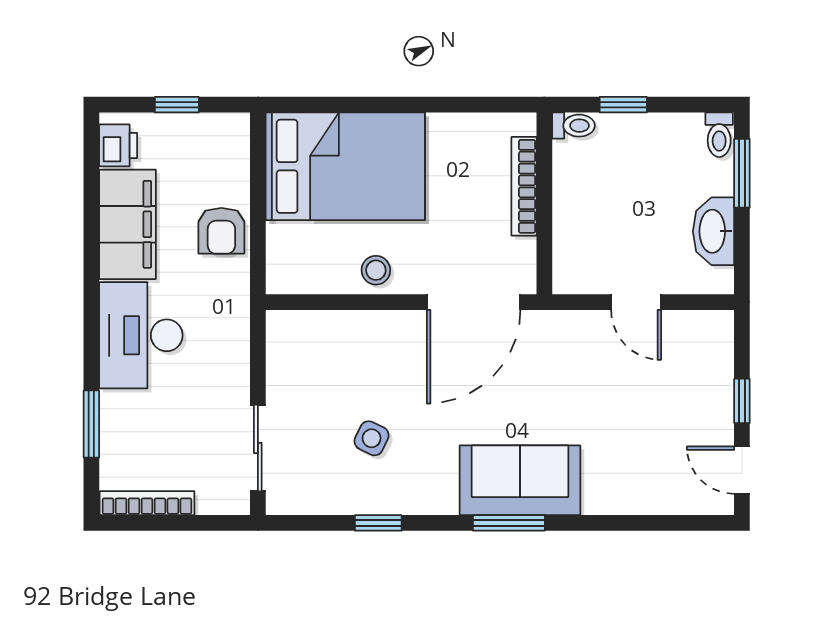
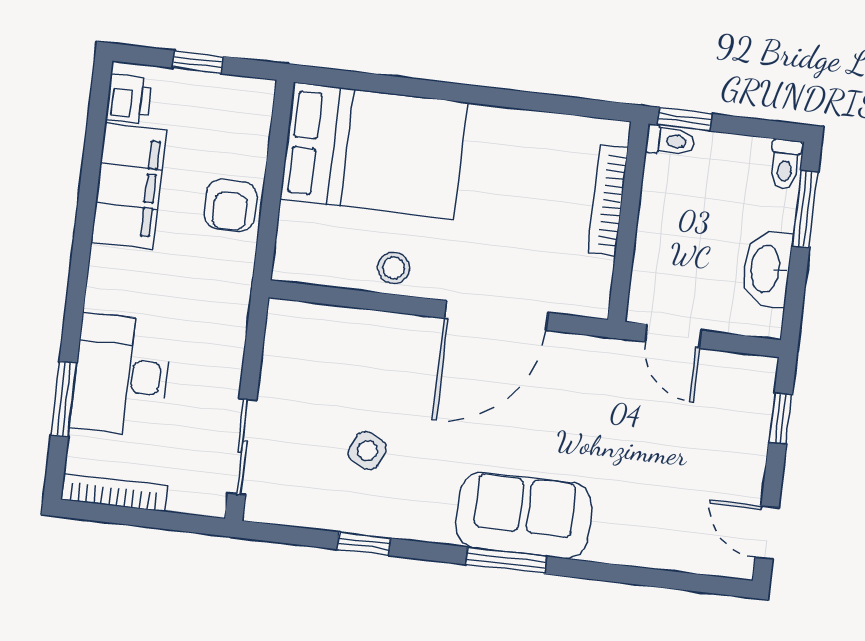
toilet: (574, 126) -> (670, 141), moved
bookcase: (524, 186) -> (608, 200), moved
wall: (544, 203) -> (628, 222), moved
desk: (141, 335) -> (121, 375), moved
window: (742, 401) -> (780, 418), moved

